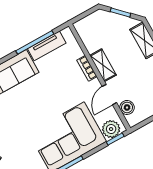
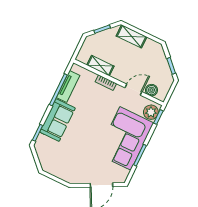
shelving: (103, 65) -> (100, 66), moved
door: (109, 95) -> (133, 90), swing flipped

